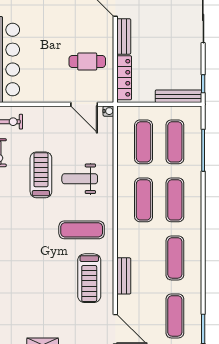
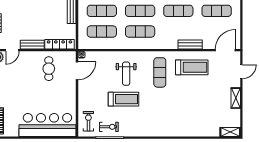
treadmill: (41, 175) -> (123, 99), turned 180

